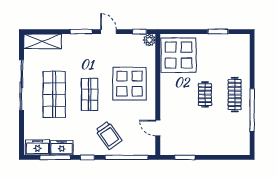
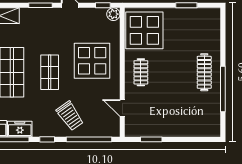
clothes rail: (205, 94) -> (141, 72), moved

